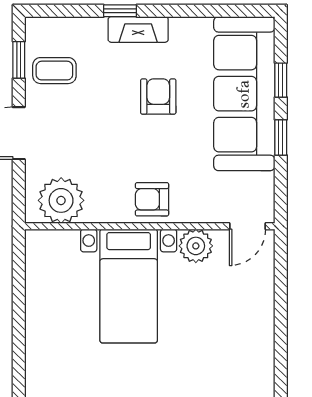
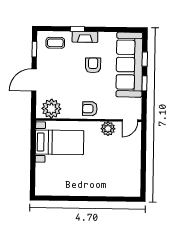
coffee table: (54, 71) -> (55, 43), moved
bed with nightstands: (129, 286) -> (60, 142), moved, turned -90

